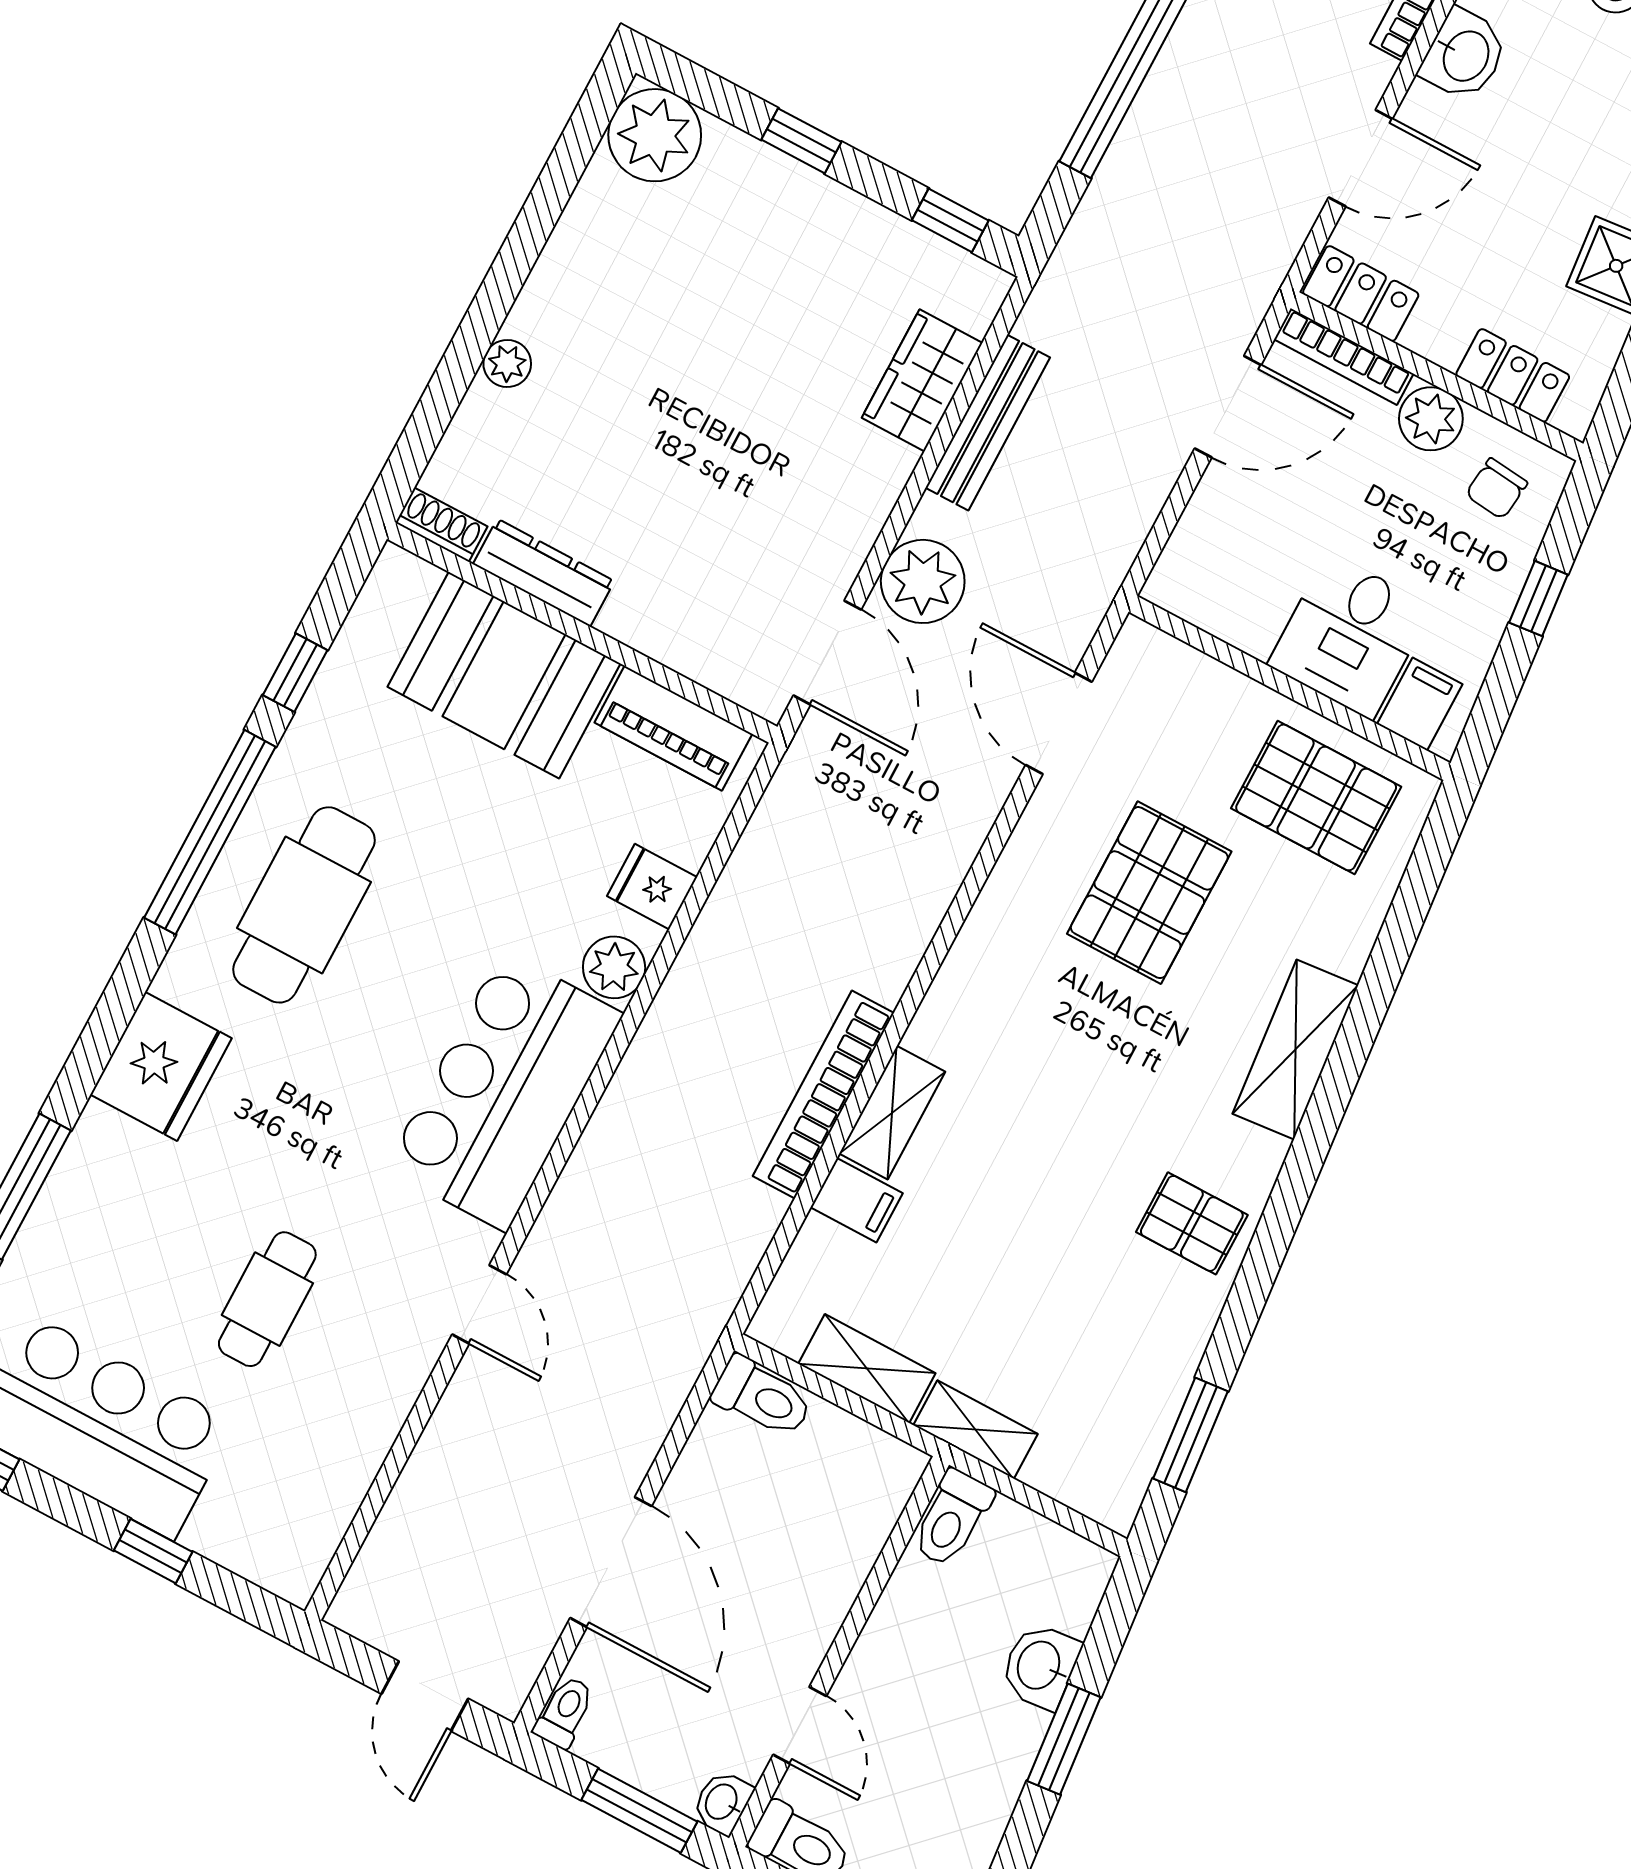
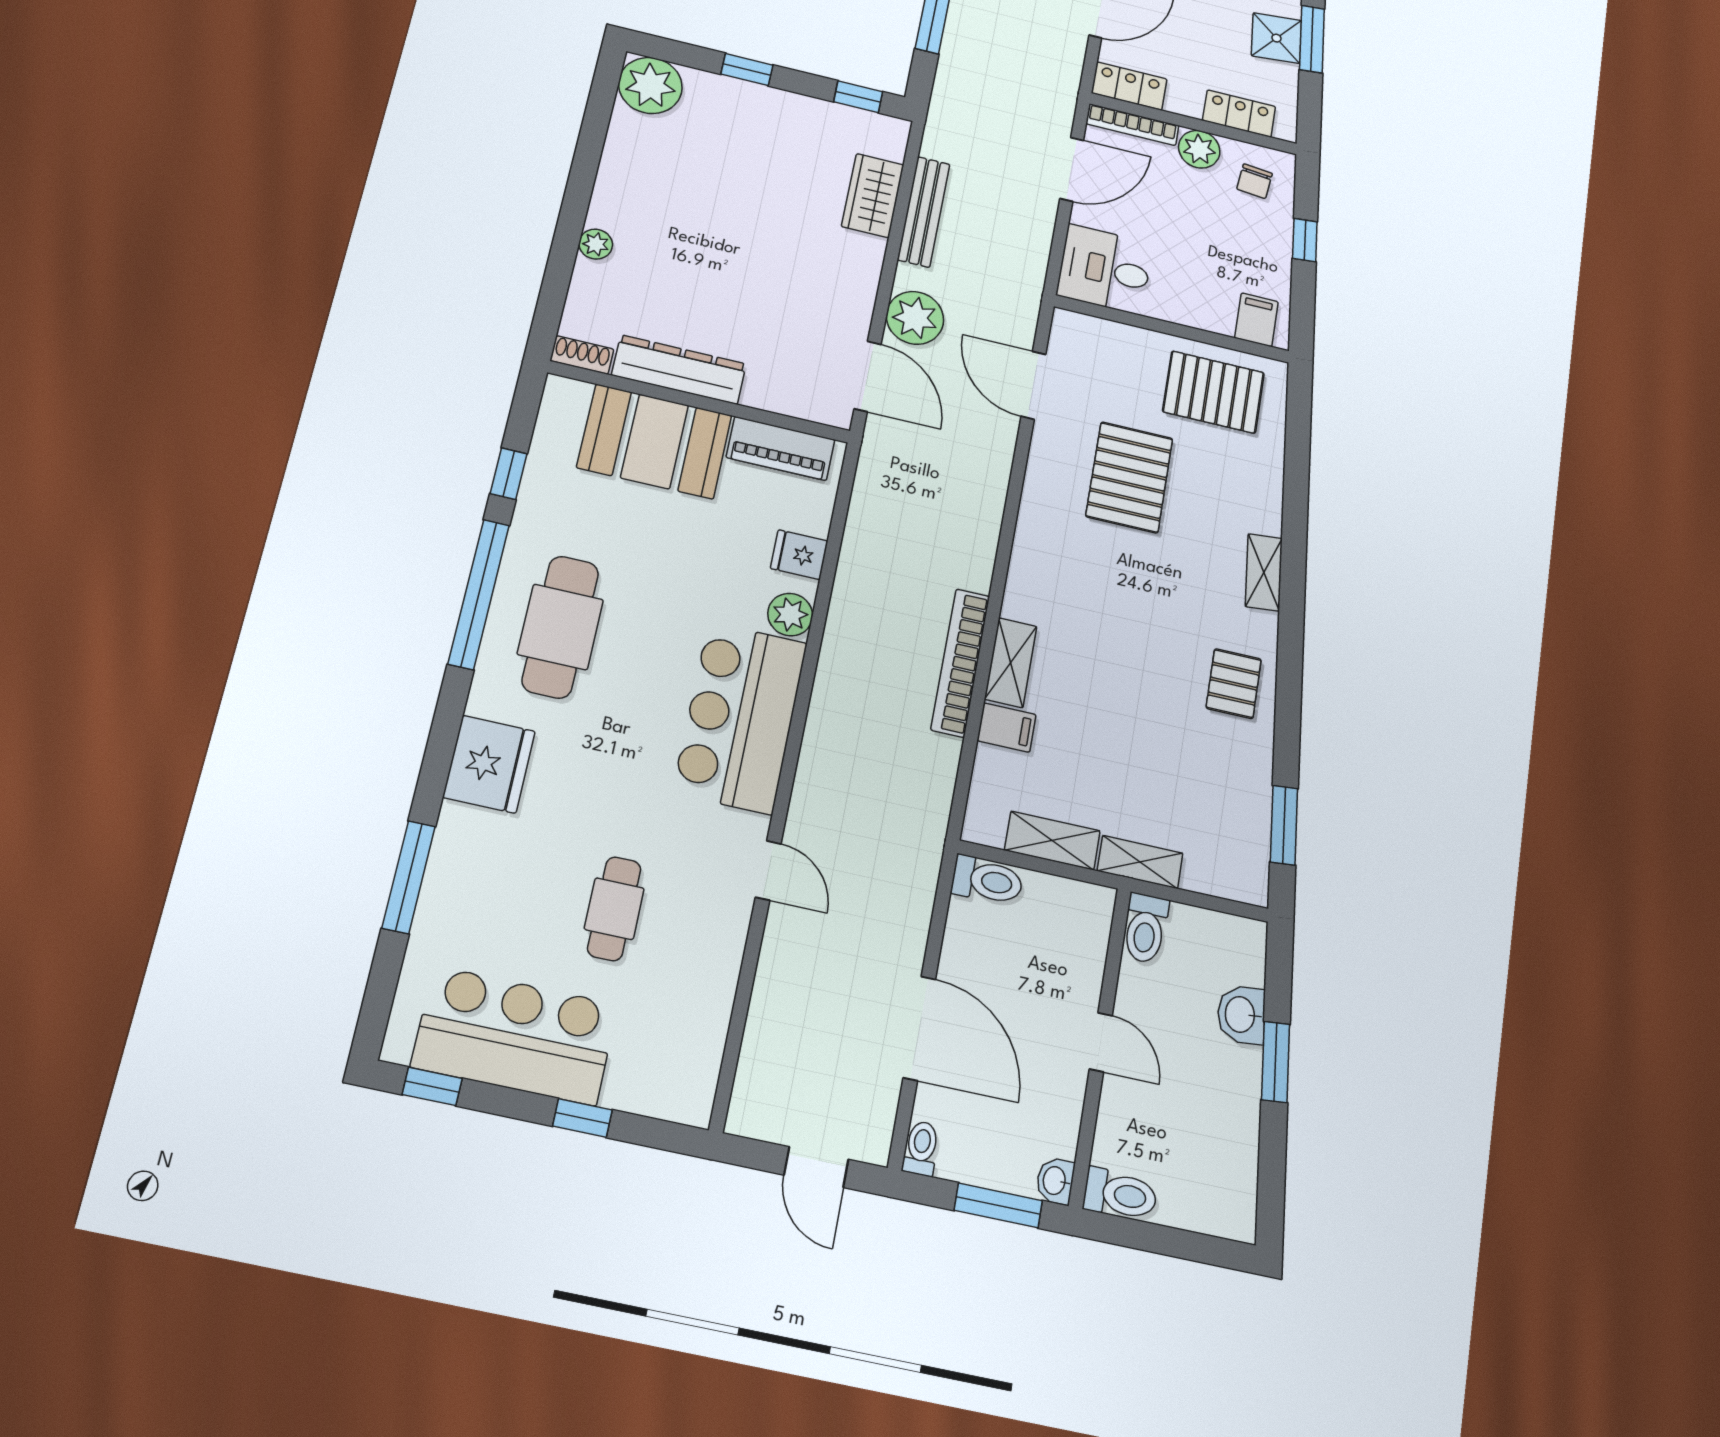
dresser: (544, 573) -> (679, 370), width x1.37, depth x1.24
desk: (1350, 636) -> (1105, 269), moved, turned 90
shelving: (1295, 1049) -> (1264, 572), width x0.67, depth x0.75
pallet: (1192, 1223) -> (1234, 684), turned 90
door: (800, 1725) -> (1101, 1042), moved

